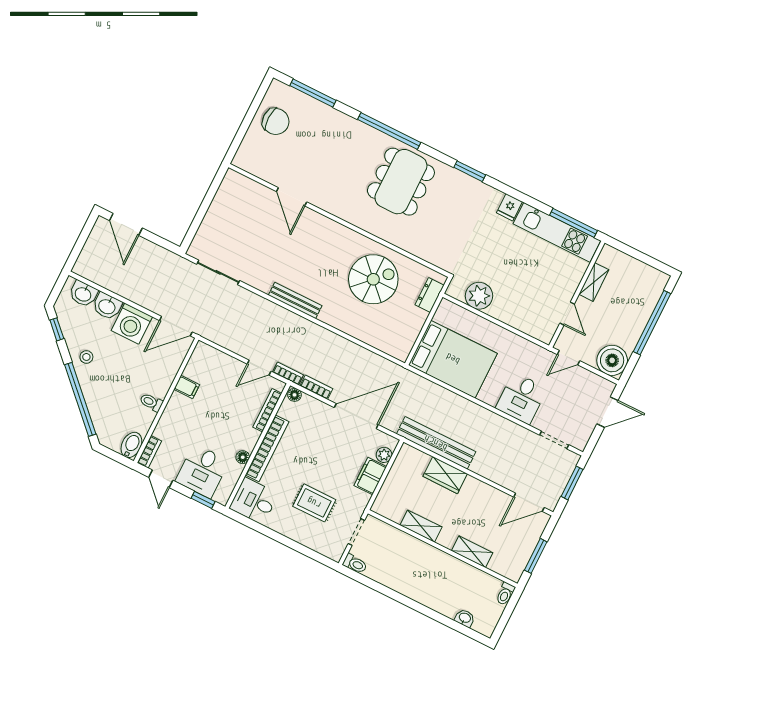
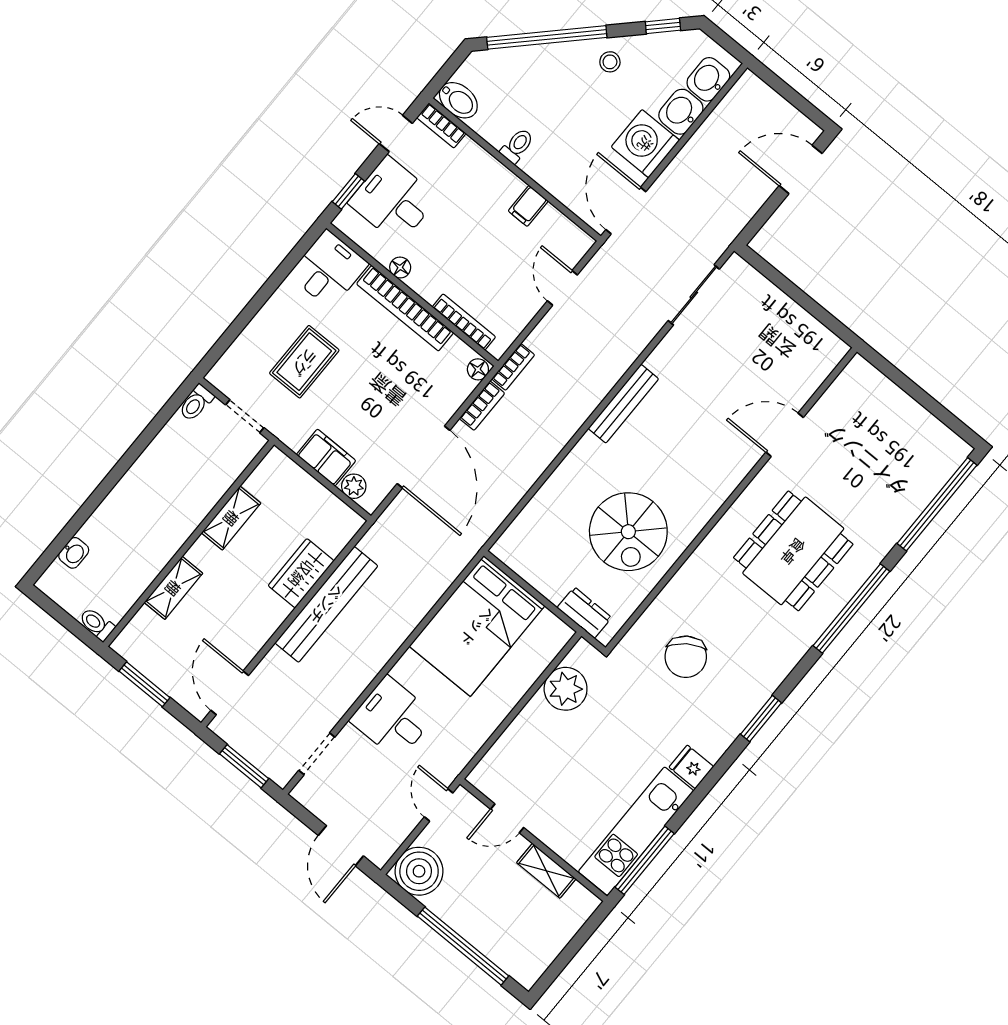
window: (313, 93) -> (937, 504), width x1.46
chair: (276, 121) -> (686, 657), moved, turned -36
dining table: (401, 182) -> (793, 551), moved, turned 90
door: (259, 368) -> (562, 288), moved
bench: (436, 443) -> (326, 604), moved

